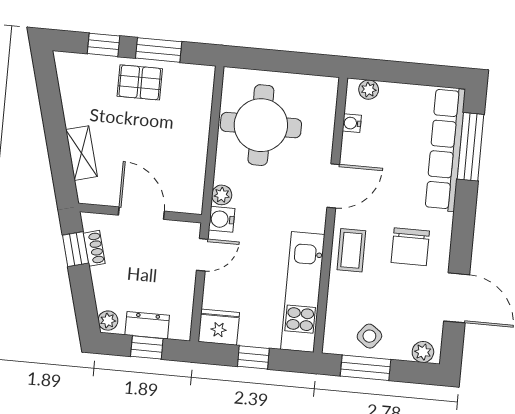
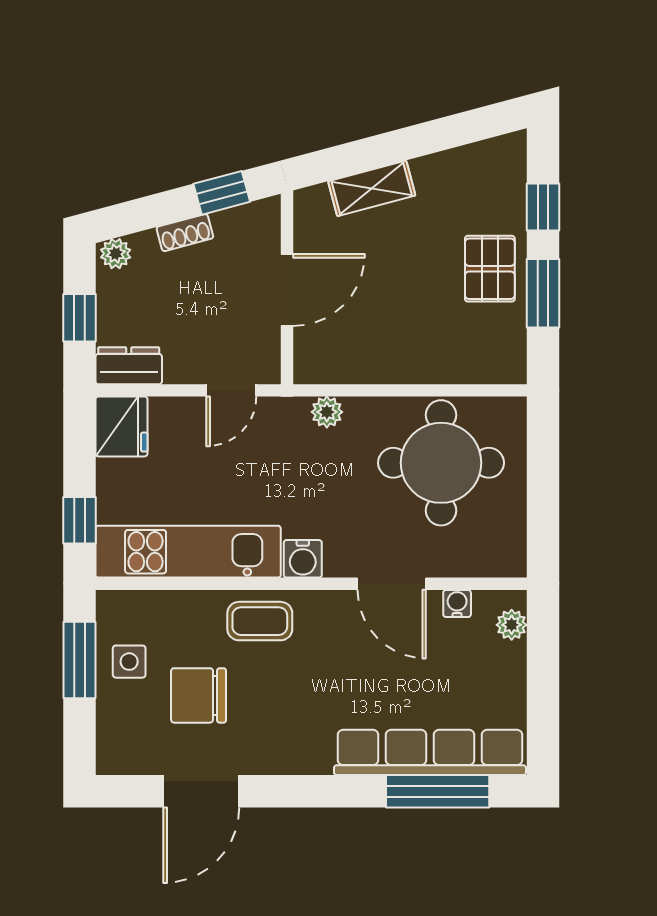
door: (333, 186) -> (392, 584), moved
water cooler: (222, 219) -> (303, 559), moved, turned 180
chair: (410, 247) -> (199, 695), moved
shoe rack: (94, 248) -> (185, 233), moved
door: (202, 255) -> (231, 390), hinge flipped
dresser: (147, 325) -> (129, 366), moved, turned -90
side table: (369, 336) -> (129, 662), turned -37
plant: (423, 352) -> (112, 747), removed
window: (253, 357) -> (79, 520), moved

